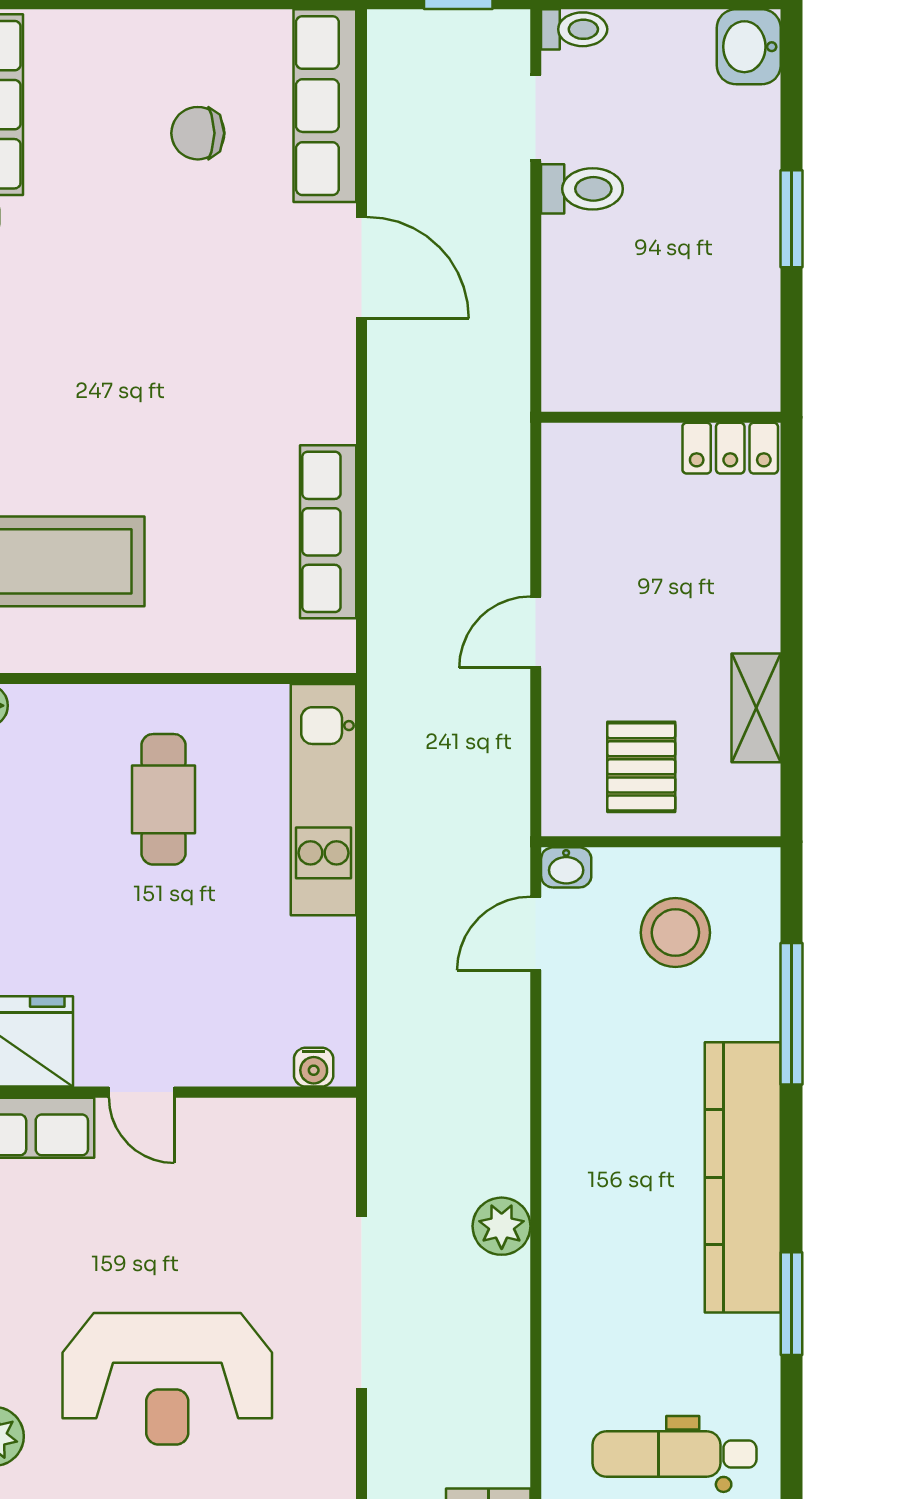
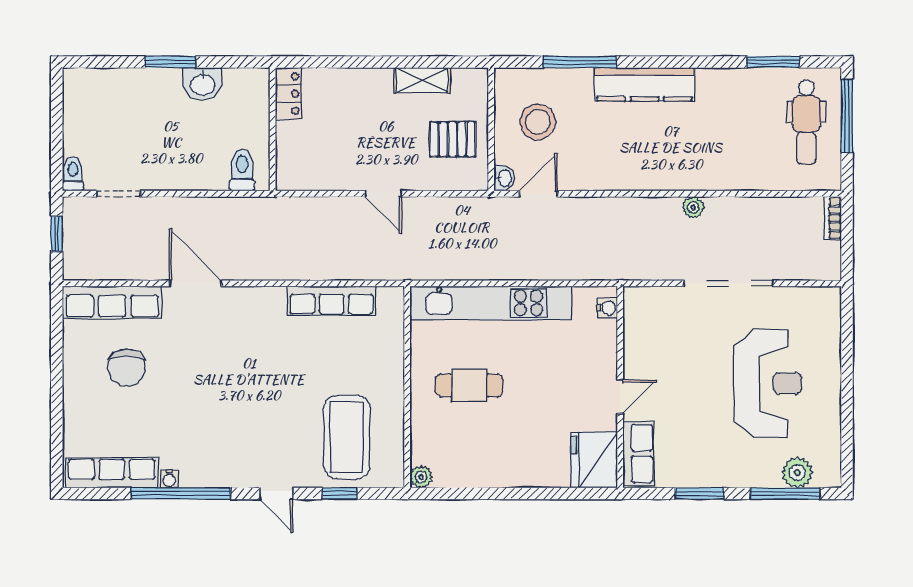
washbasin: (749, 47) -> (202, 84), moved
chair: (198, 133) -> (126, 368), width x1.37, depth x1.37
toilet: (582, 189) -> (242, 170), moved
door: (362, 268) -> (196, 283), hinge flipped
kitchen unit: (323, 800) -> (491, 303), width x1.36
door: (536, 933) -> (538, 194), swing flipped
kitchen counter: (743, 1177) -> (644, 84), width x0.72, depth x0.86
plant: (502, 1226) -> (693, 207), width x0.73, depth x0.73
window: (792, 1304) -> (773, 62), moved

